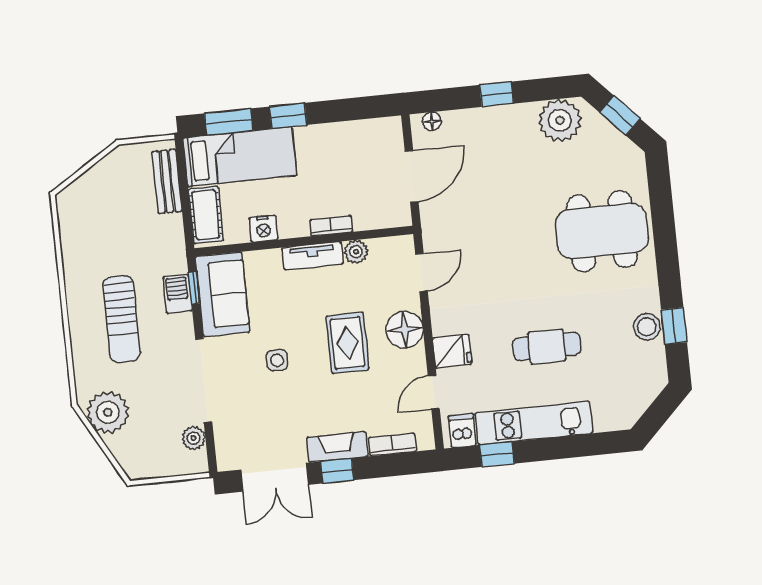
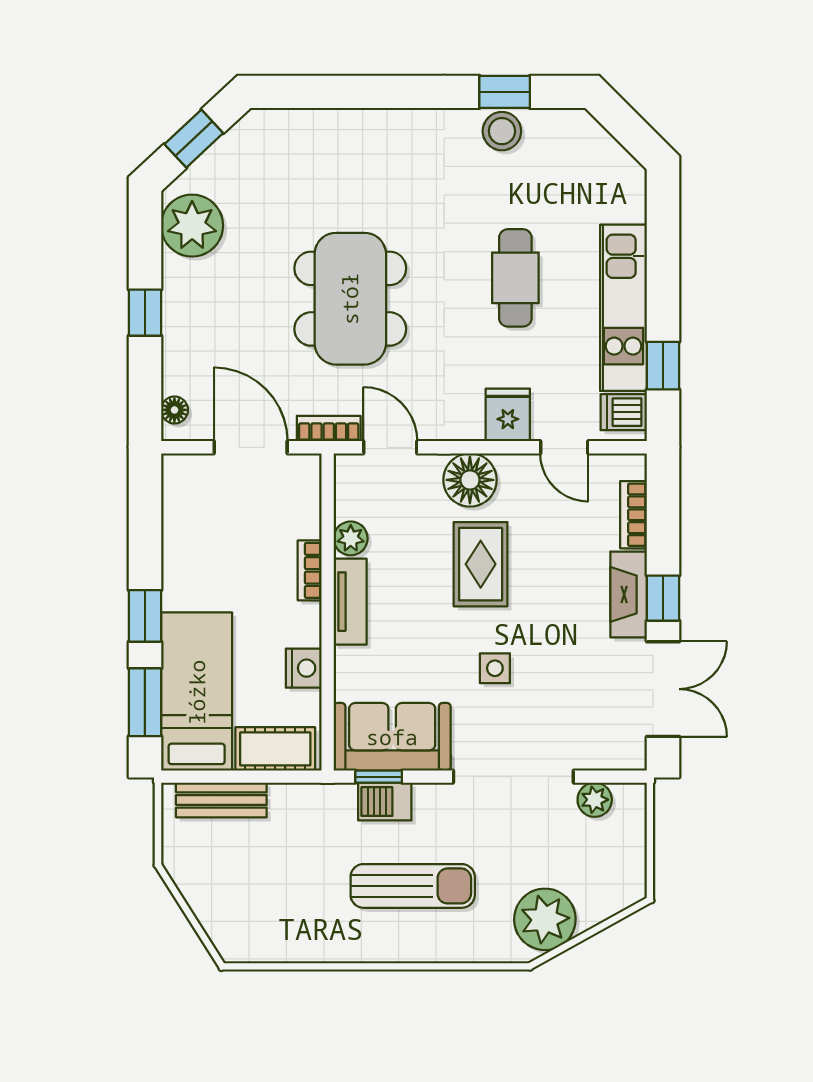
bookcase: (430, 229) -> (329, 429), added
dining table: (602, 231) -> (350, 299), moved
rug: (348, 343) -> (481, 564), turned 90

